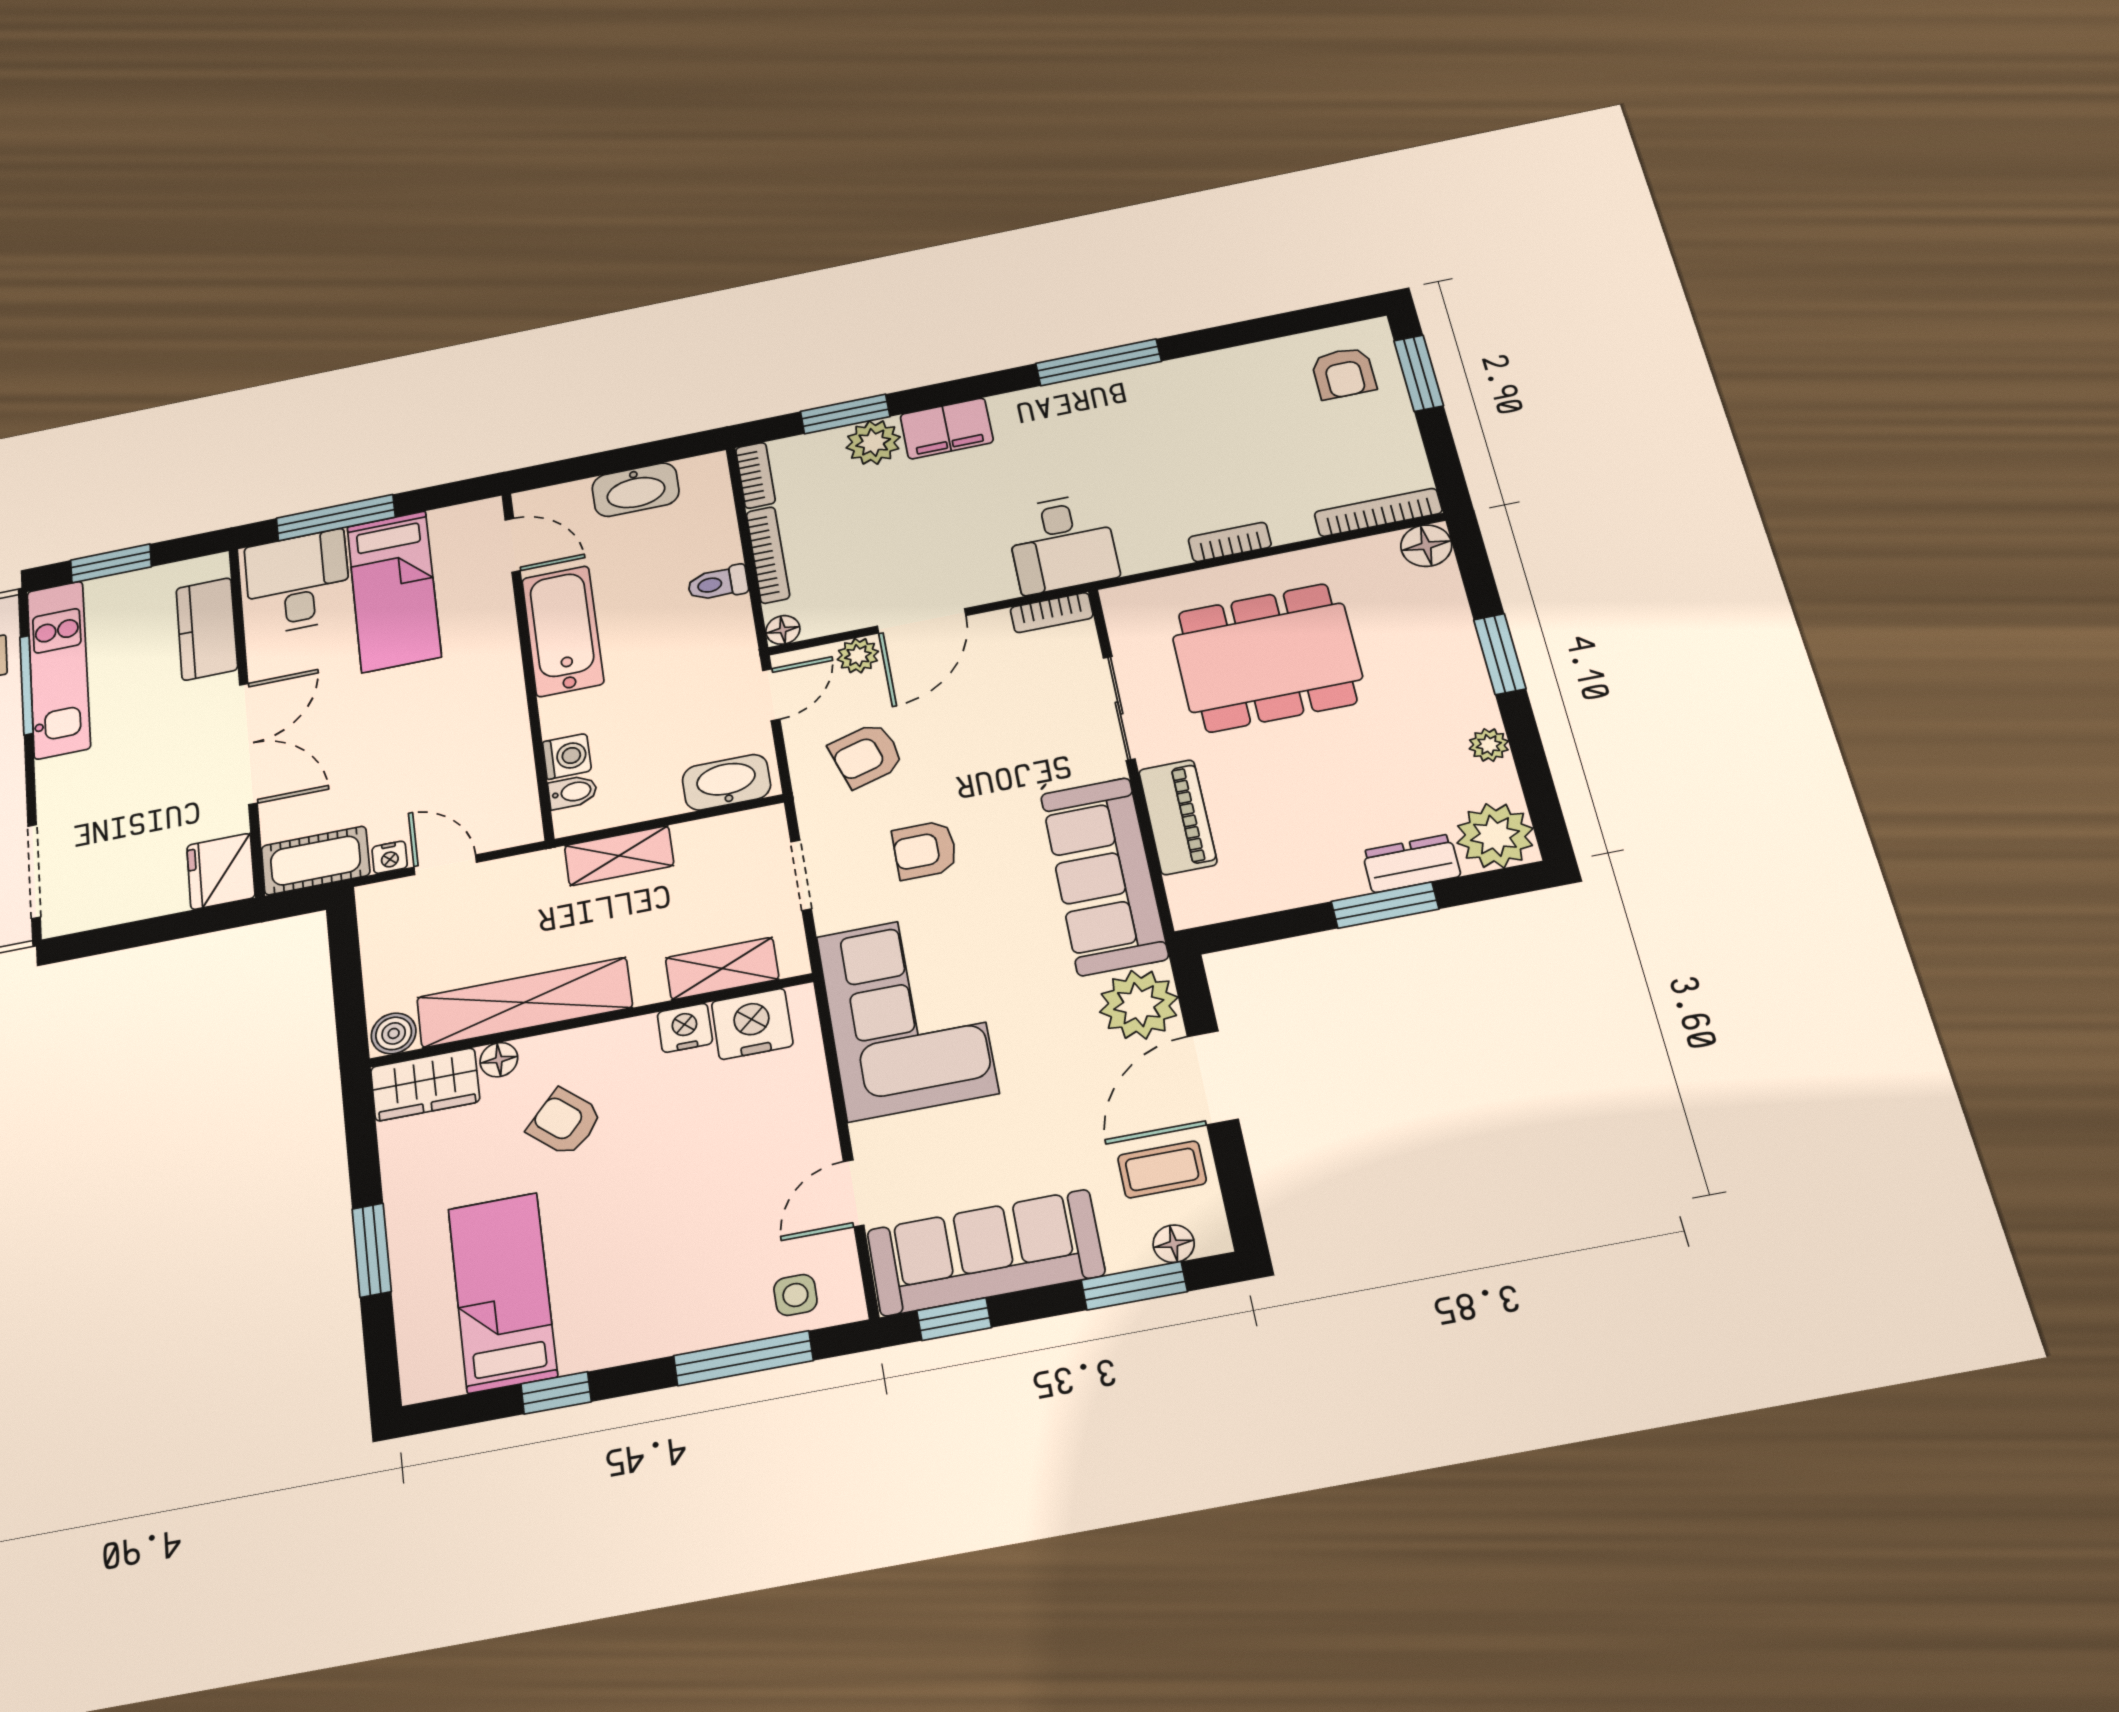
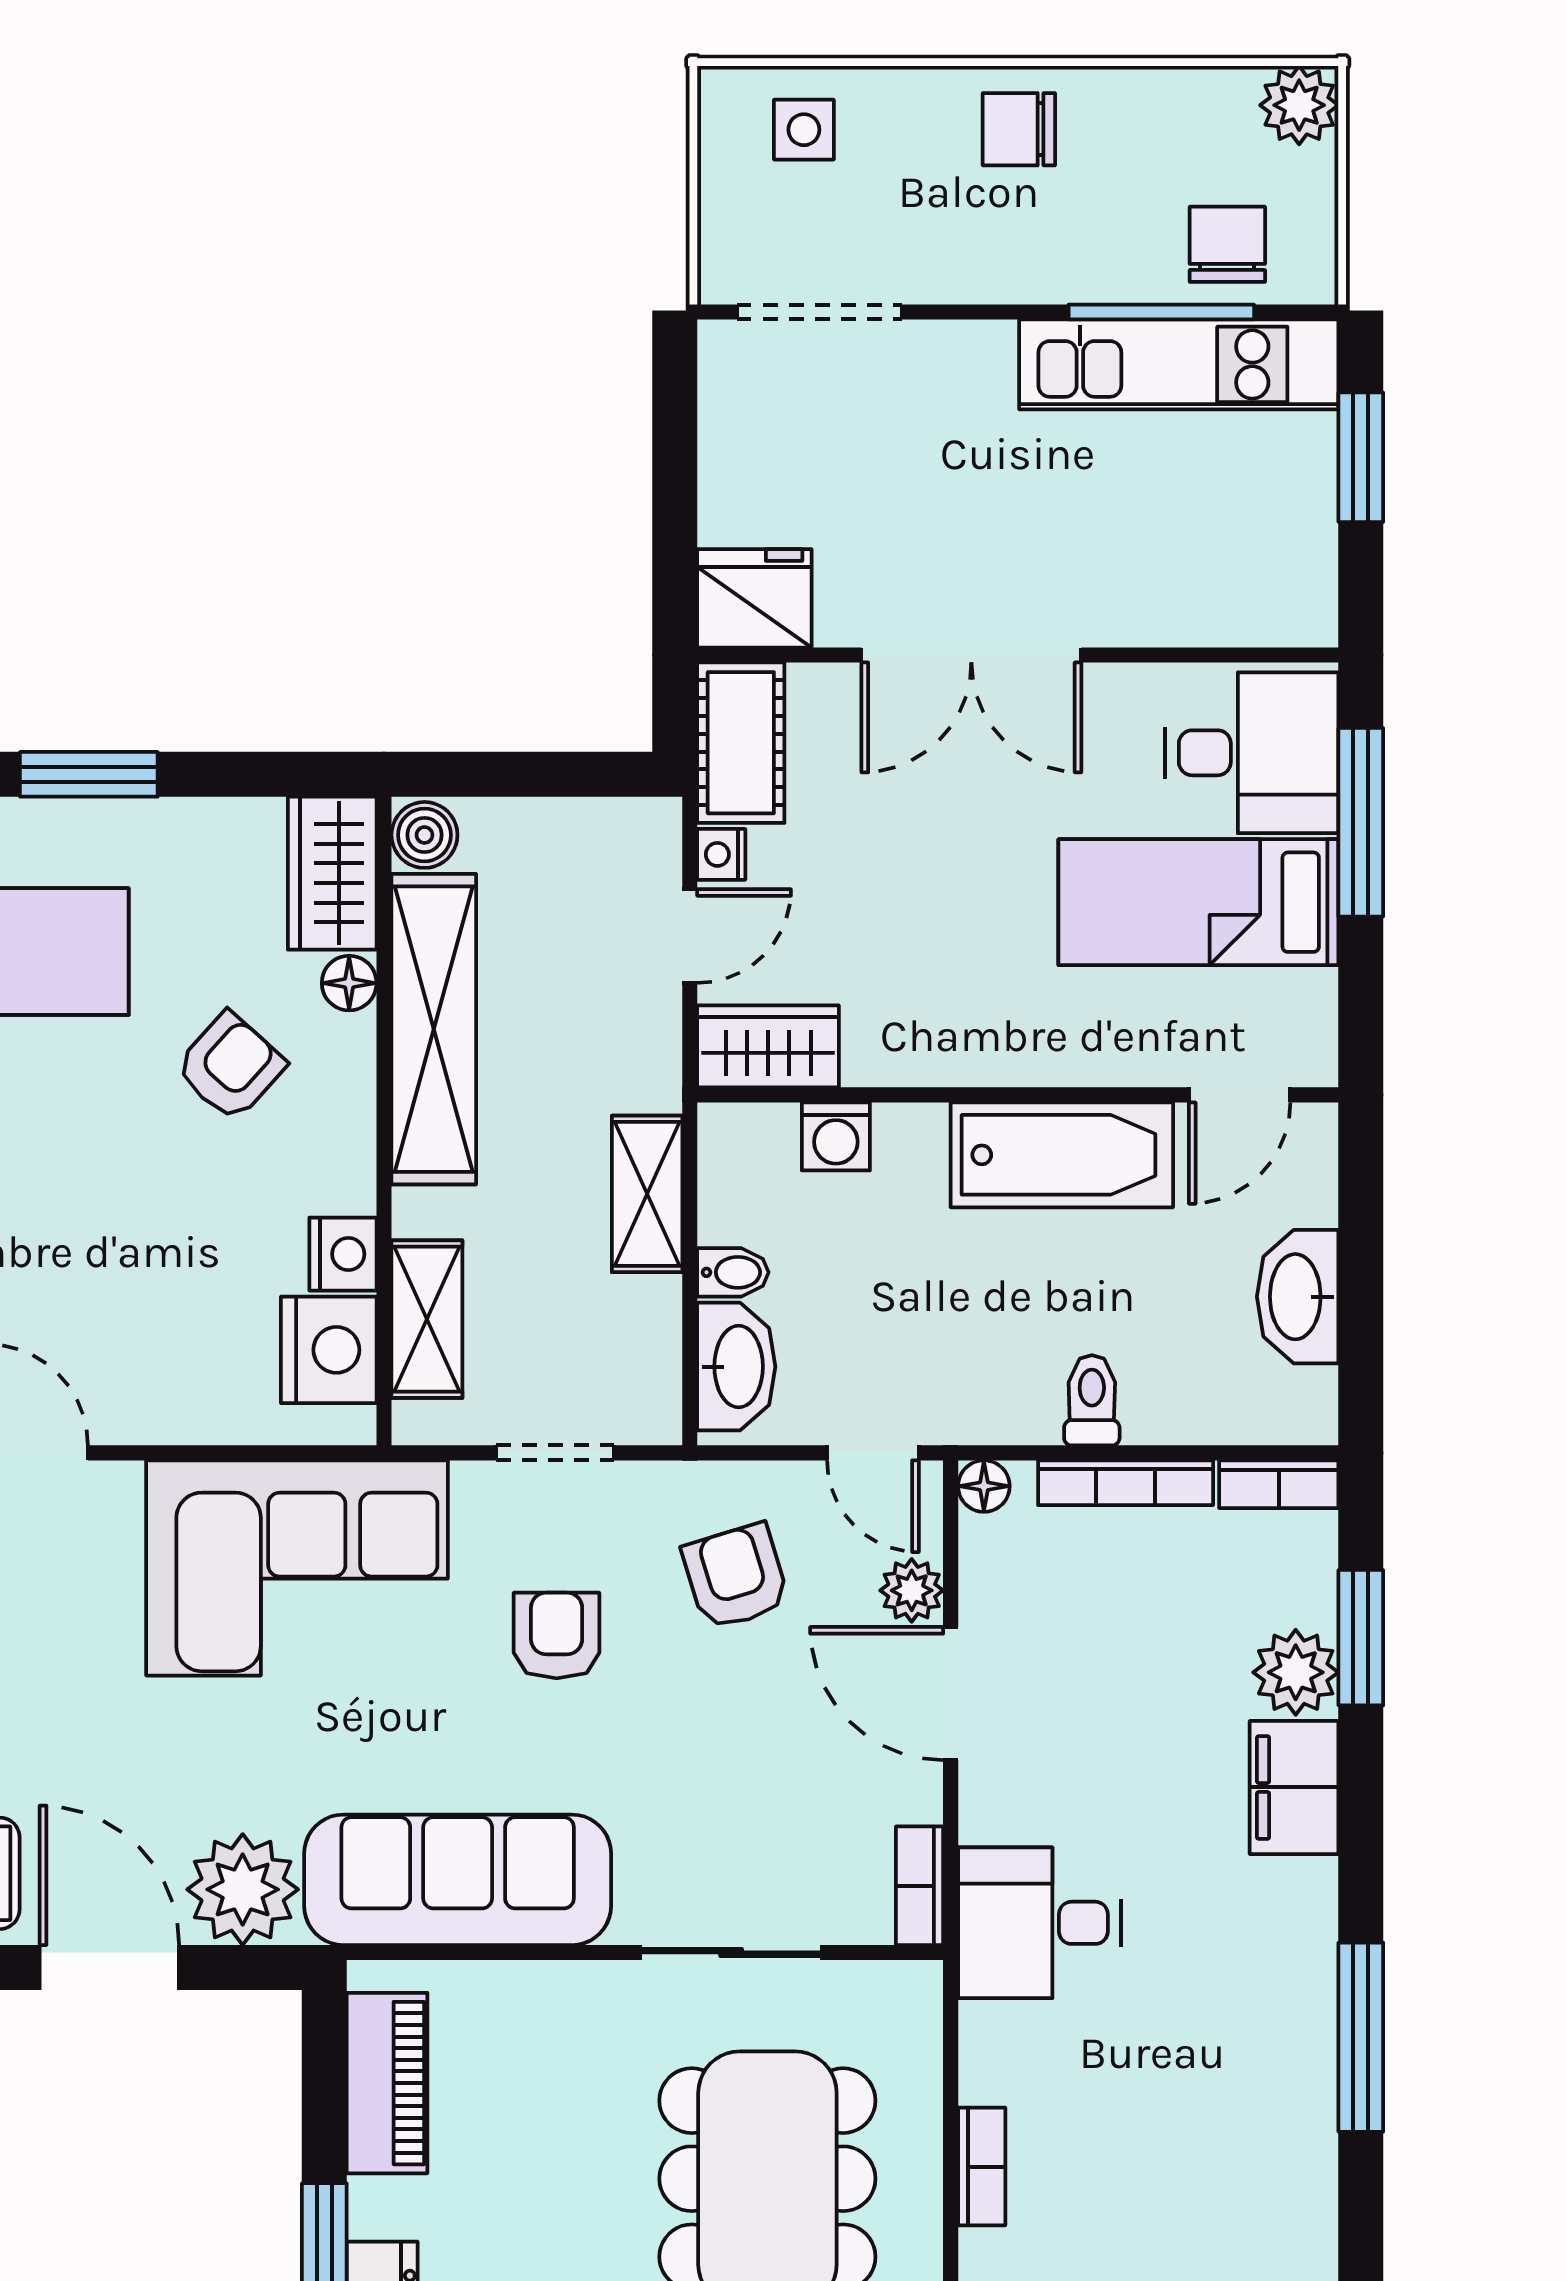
kitchen counter: (207, 629) -> (1199, 603), removed
bidet: (573, 792) -> (733, 1272), moved, turned -90
wardrobe: (513, 806) -> (768, 1046), added
piano: (1178, 817) -> (387, 2083), moved, turned -90

